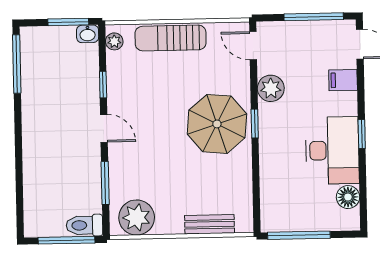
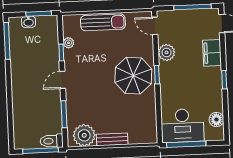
washbasin: (88, 34) -> (29, 22), moved
sun lounger: (171, 38) -> (103, 22), turned 180
plant: (114, 41) -> (68, 43), moved
filing cabinet: (343, 80) -> (212, 53), width x2.00
door: (104, 128) -> (62, 80), swing flipped
desk: (332, 150) -> (182, 126), moved, turned 90
bench: (210, 224) -> (112, 139), moved

